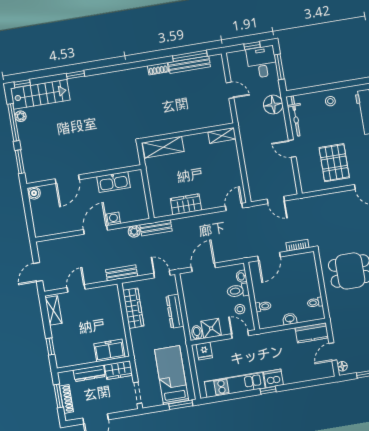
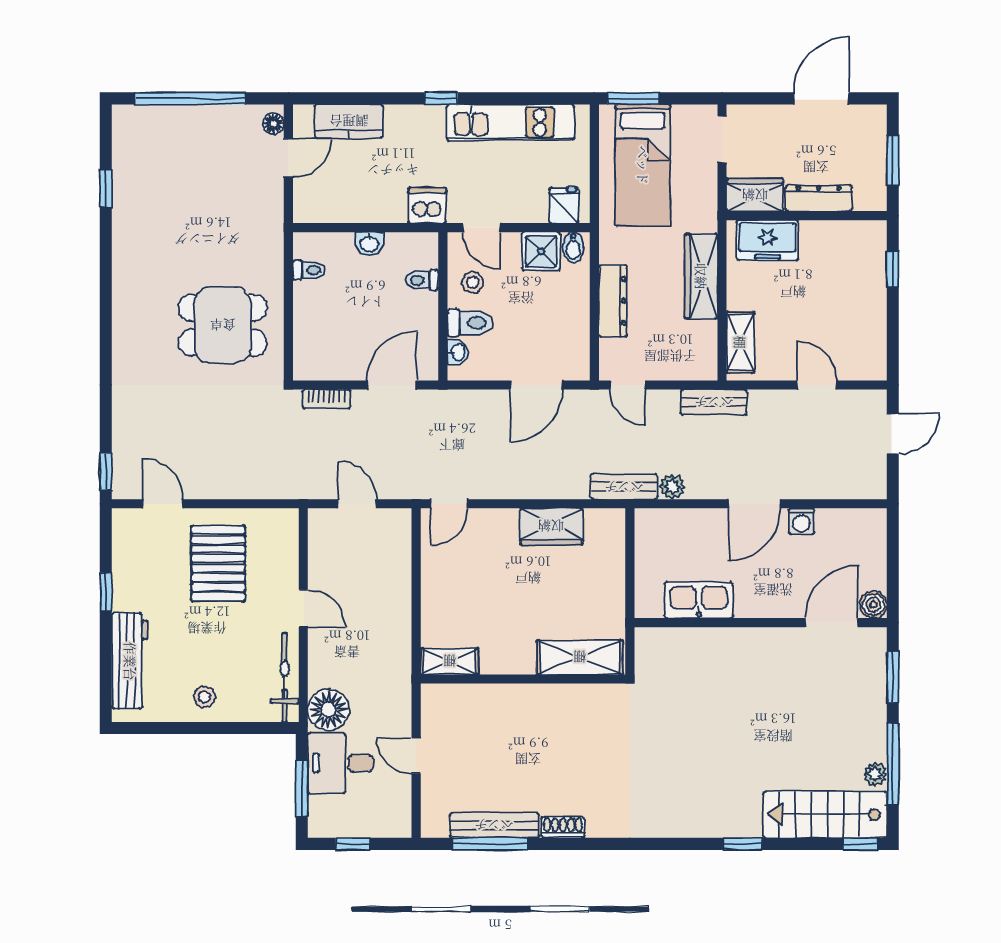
desk: (262, 62) -> (340, 763), moved, turned 90
door: (67, 179) -> (832, 623), moved
washing machine: (114, 219) -> (801, 521), moved
door: (76, 288) -> (817, 385), swing flipped
wardrobe: (133, 308) -> (701, 276), moved
shelving: (53, 311) -> (740, 342), moved
kitchen counter: (312, 333) -> (349, 121), moved, turned 180
dishwasher: (273, 378) -> (427, 205), moved, turned 180
shoe rack: (66, 399) -> (876, 152), removed

